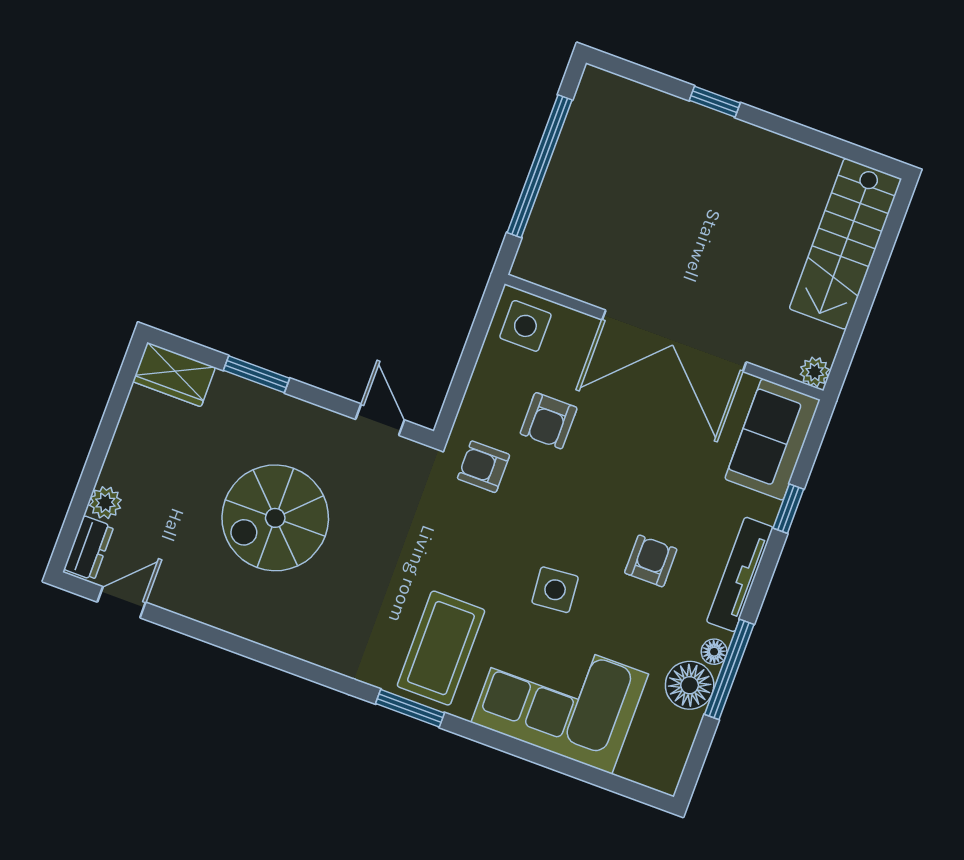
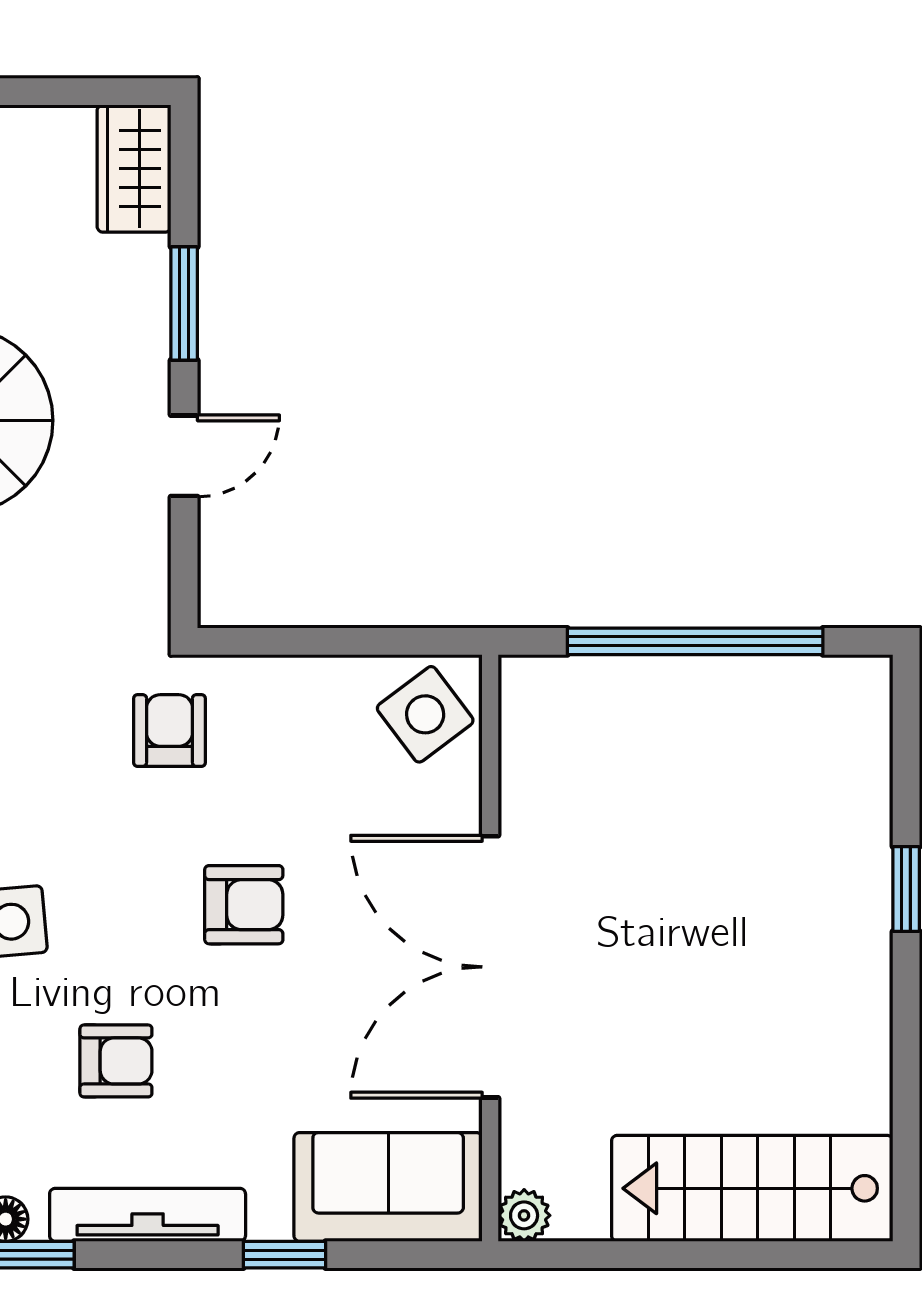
side table: (525, 326) -> (425, 714), turned -37
door: (380, 420) -> (184, 456), moved
armchair: (549, 421) -> (244, 905), moved, turned 180

